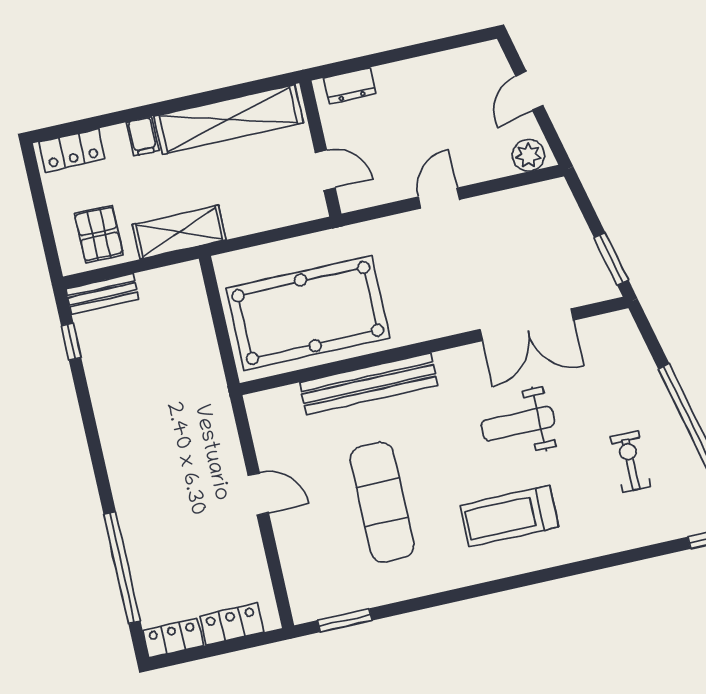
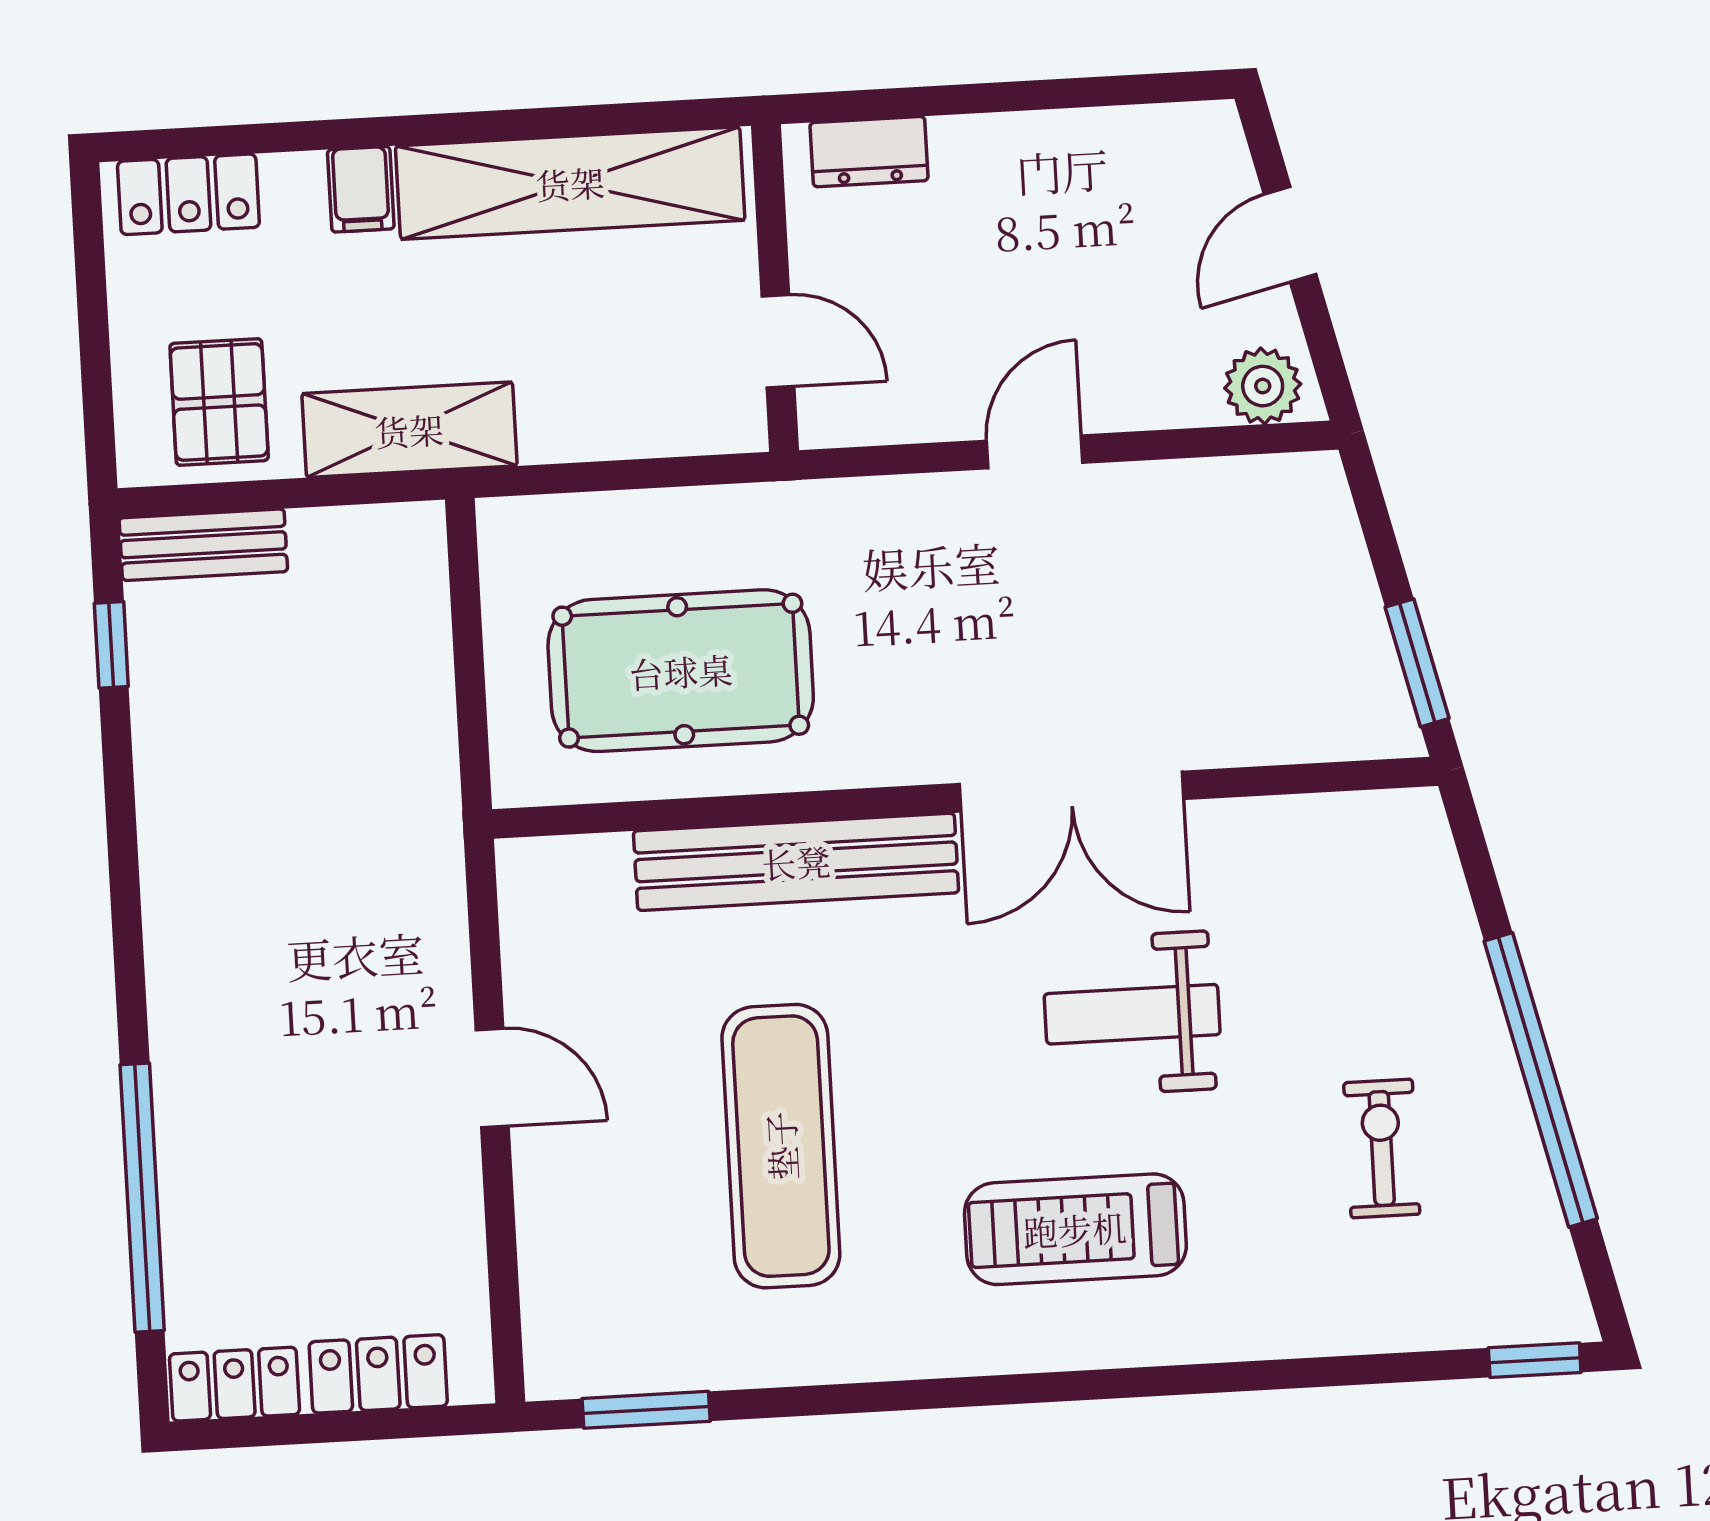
pool table: (308, 313) -> (681, 671), width x0.73, depth x0.76
double door: (527, 325) -> (1071, 792), moved

